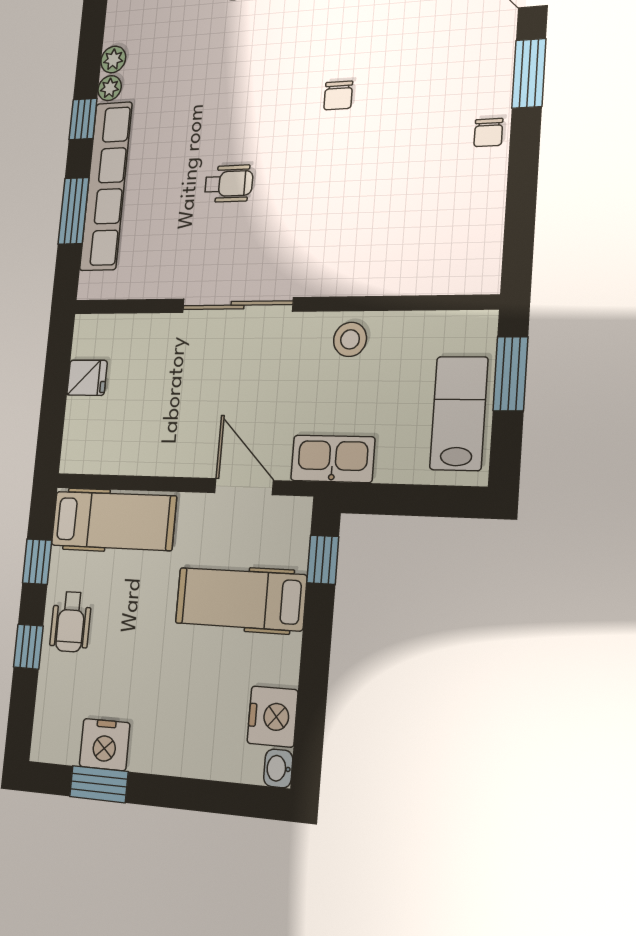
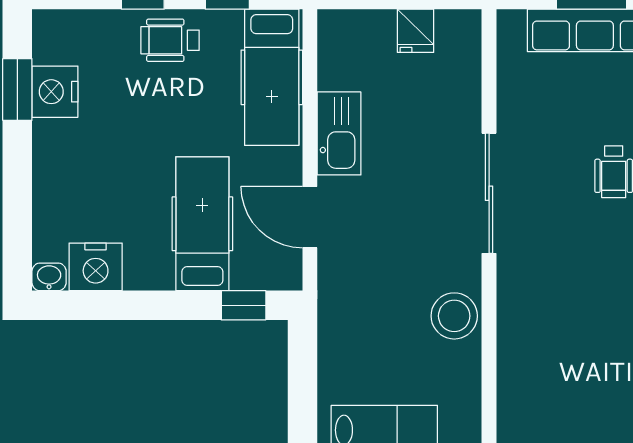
stool: (350, 339) -> (454, 316), width x1.38, depth x1.38
kitchen sink: (333, 459) -> (339, 133), moved
door: (244, 487) -> (310, 217), swing flipped

